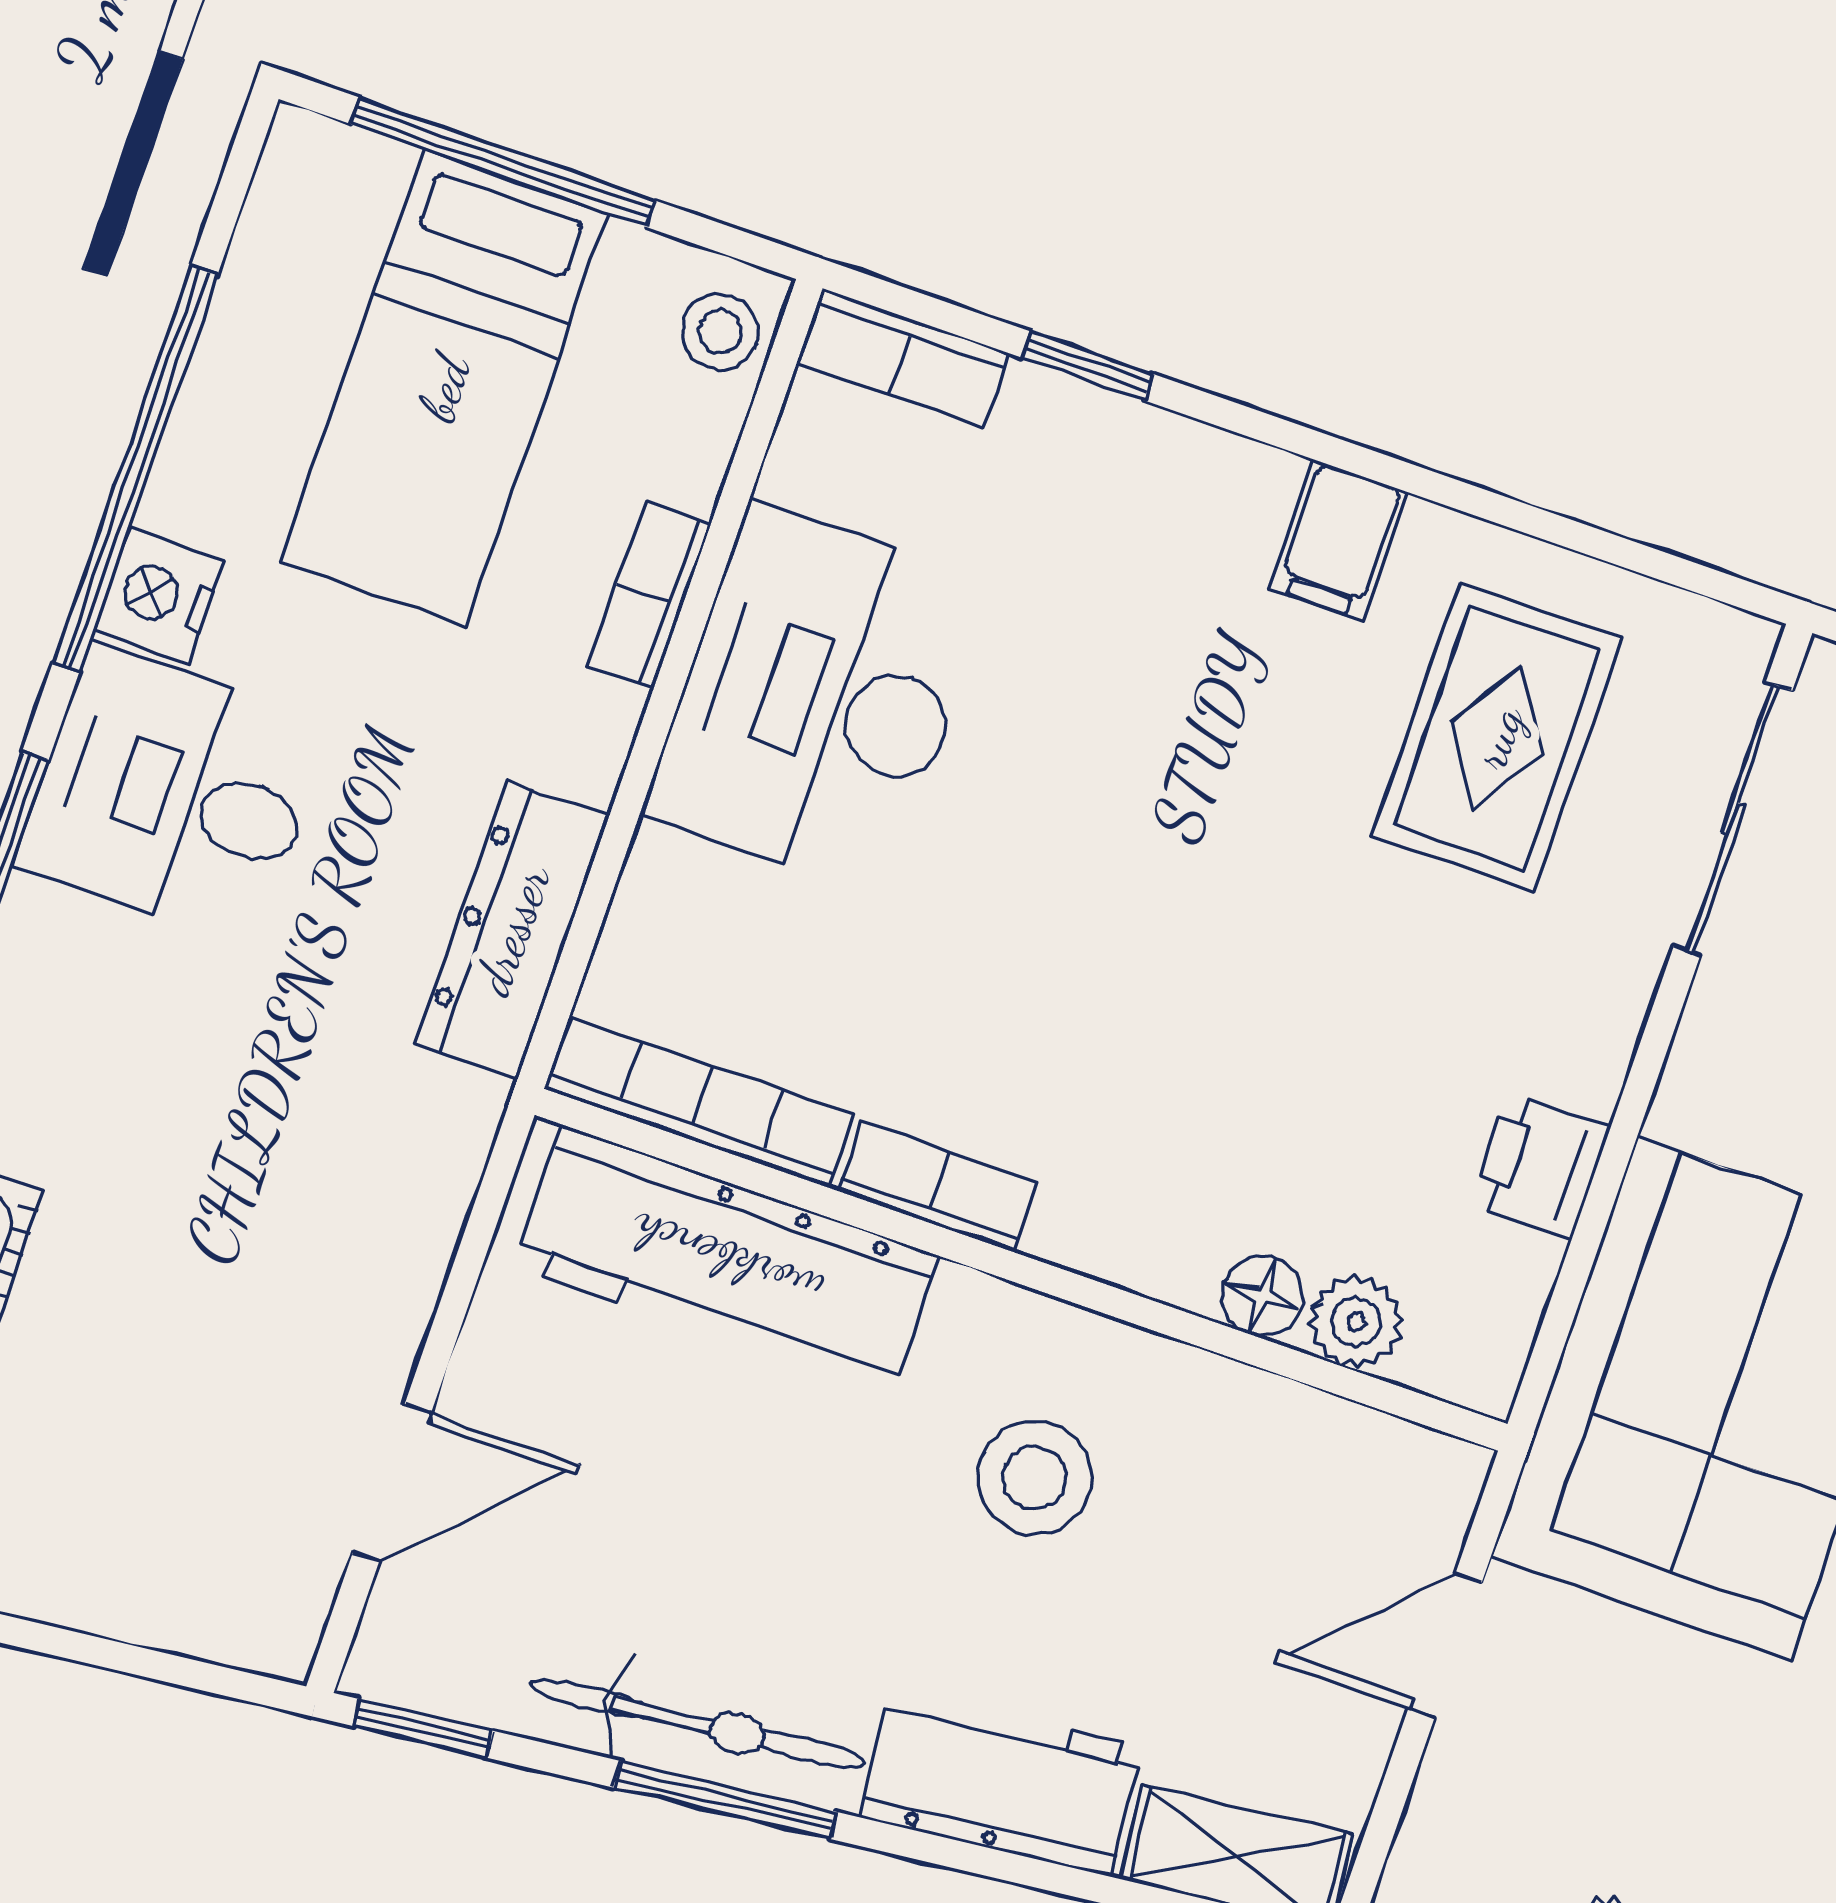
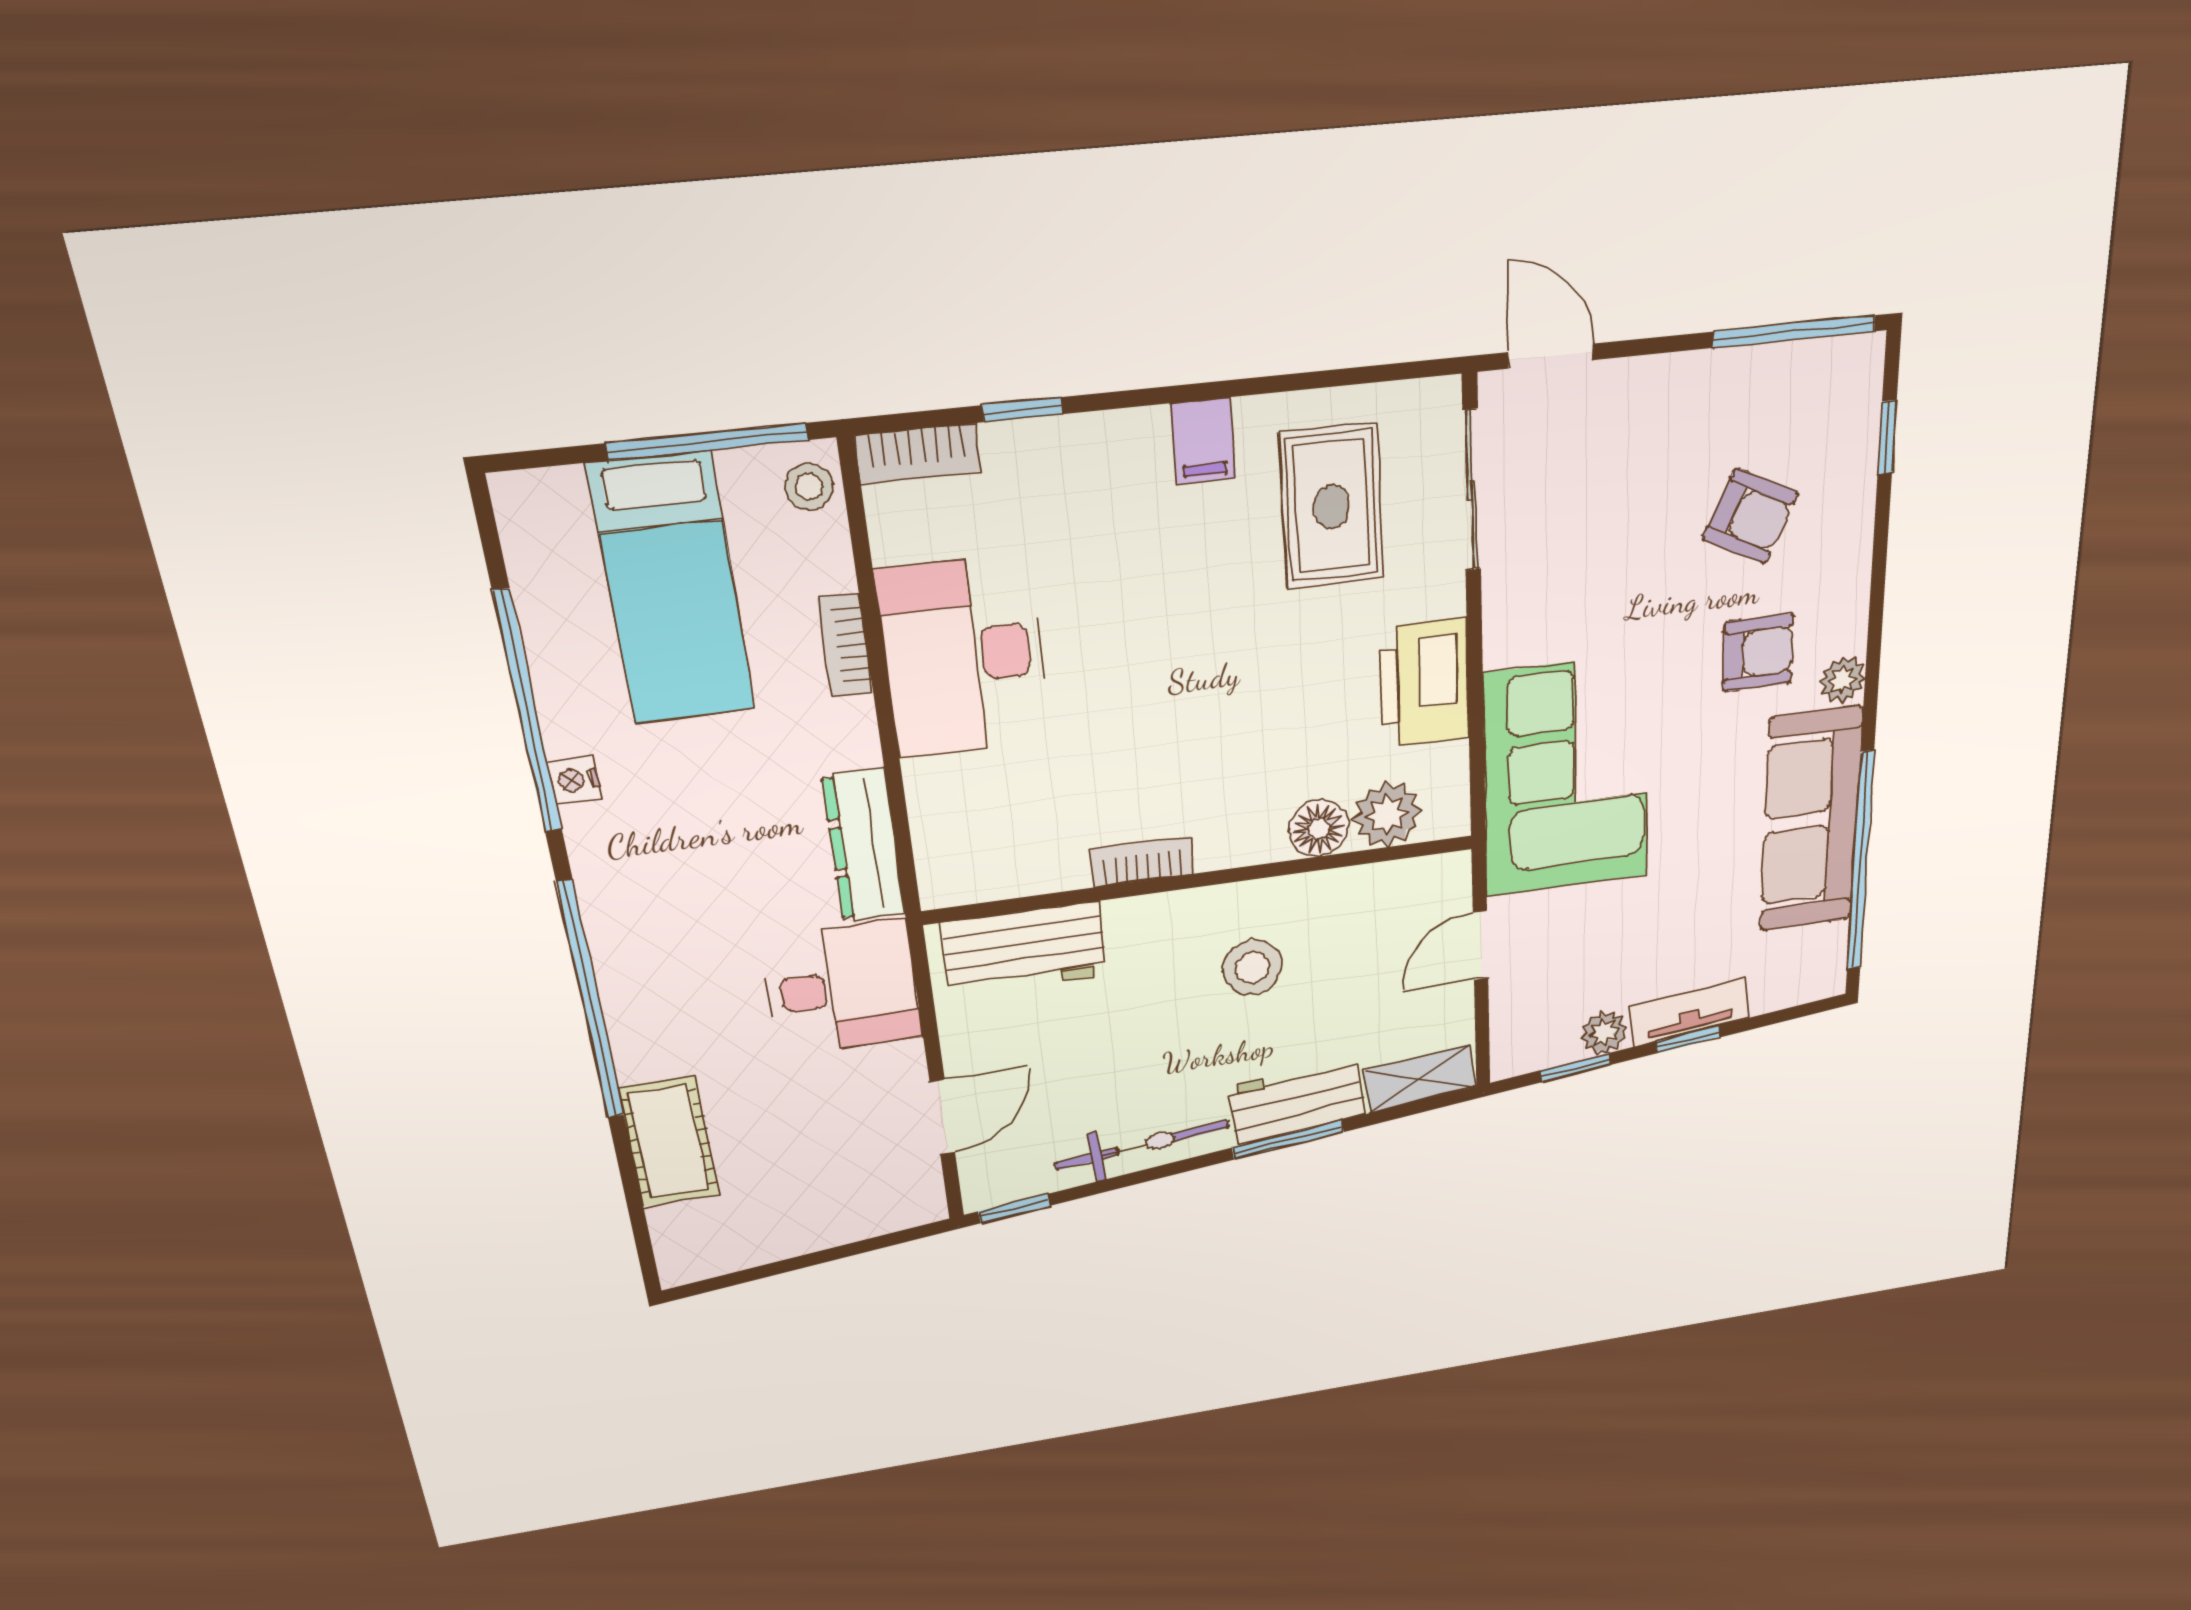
window: (503, 162) -> (708, 442), moved
nightstand: (159, 595) -> (575, 780), width x0.72, depth x0.74
desk: (173, 795) -> (843, 988), moved, turned 180
bookcase: (700, 1102) -> (1003, 880), removed
printer: (1540, 1165) -> (1424, 683), width x1.87, depth x1.48
workbench: (726, 1261) -> (1024, 949), width x0.73
floor lamp: (1262, 1296) -> (1319, 828), width x1.37, depth x1.37
plant: (1356, 1322) -> (1387, 815), width x1.38, depth x1.38
window: (725, 1800) -> (1288, 1140), moved

